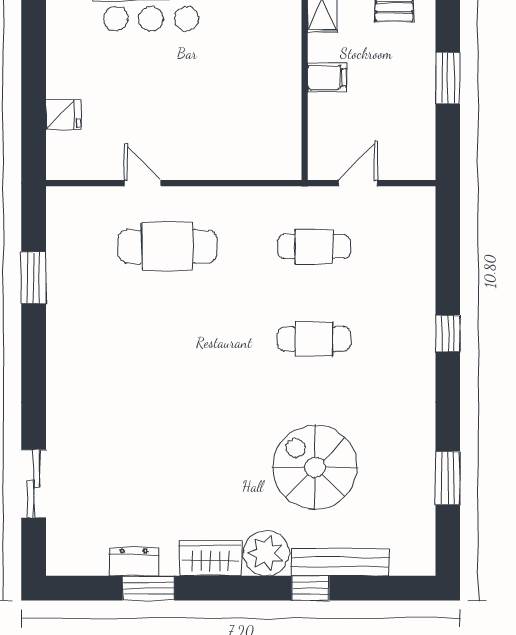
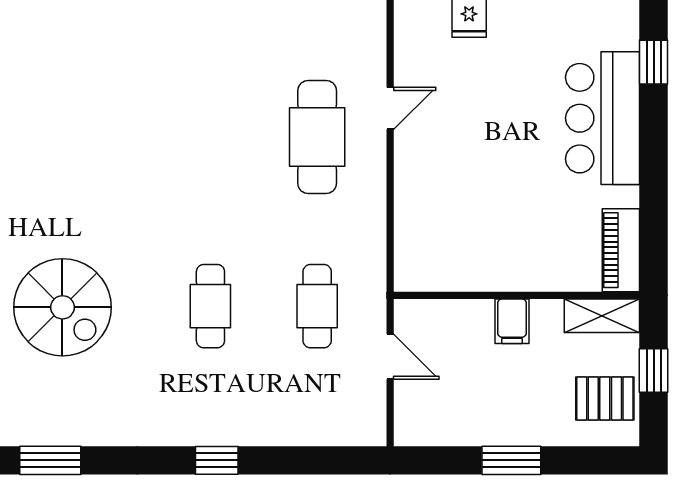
spiral stairs: (315, 467) -> (62, 307), turned 90

